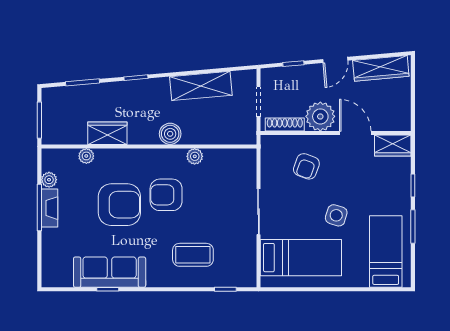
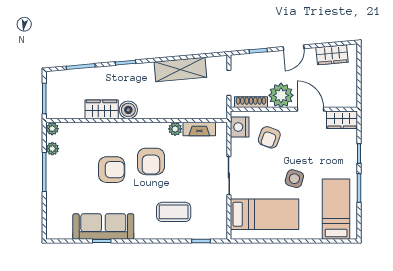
wardrobe: (381, 68) -> (332, 55), width x0.67
boiler: (170, 134) -> (128, 110), moved
nightstand: (271, 154) -> (240, 127), added
plant: (86, 156) -> (52, 129), moved
armchair: (166, 195) -> (151, 161), turned -90
armchair: (119, 205) -> (112, 170), width x0.73, depth x0.73
fireplace: (49, 208) -> (199, 129), moved, turned 90

